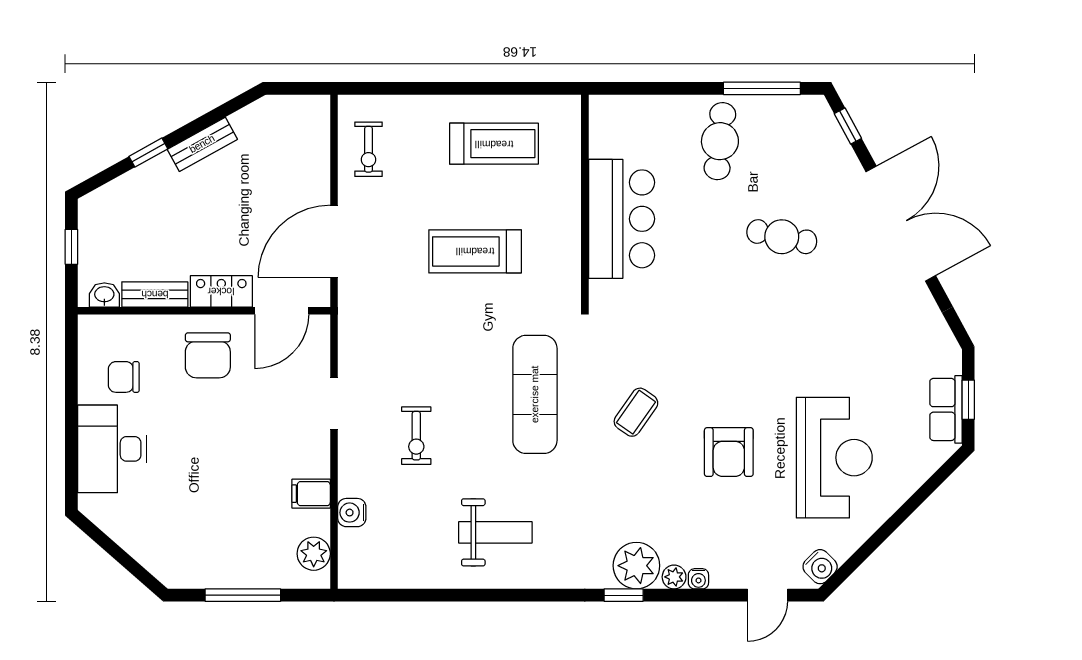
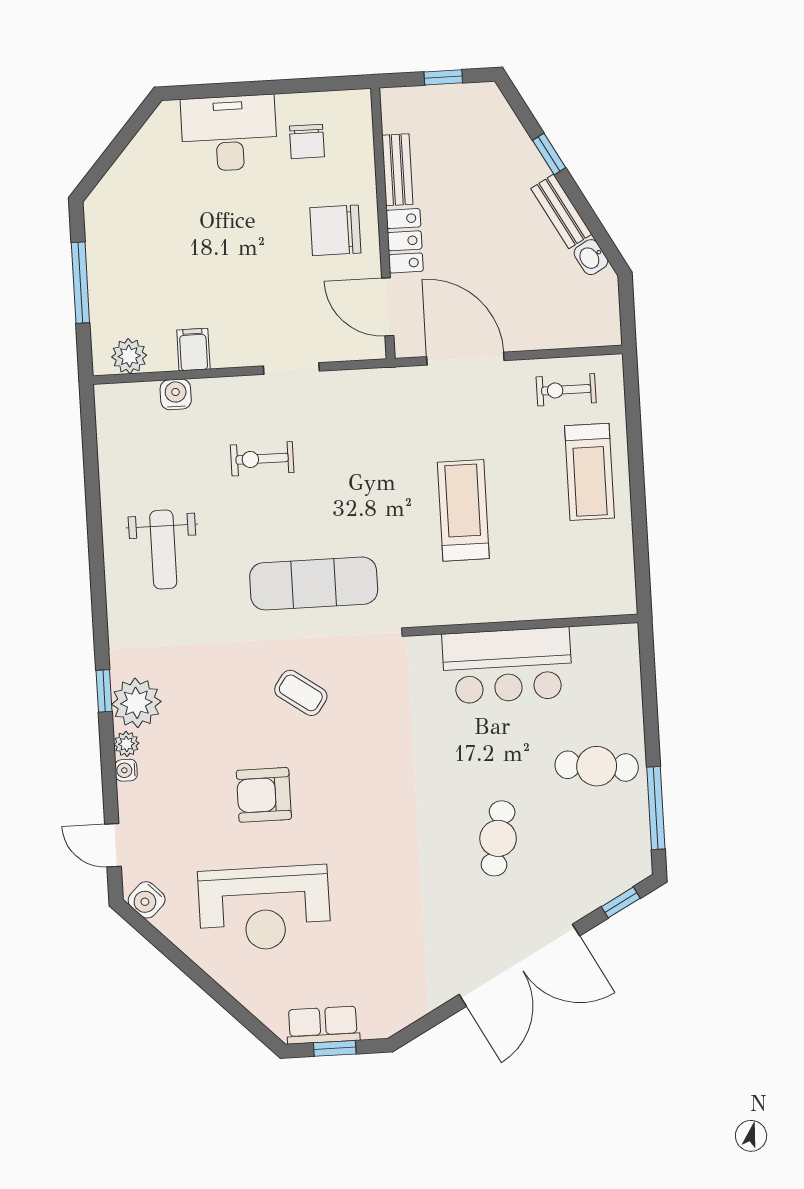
treadmill: (494, 144) -> (589, 472), moved
washbasin: (104, 295) -> (591, 257), moved, turned 151
chair: (124, 377) -> (307, 141), turned 180

